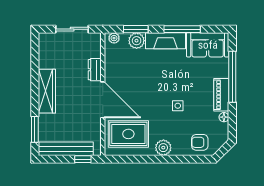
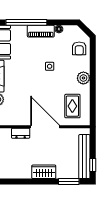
wardrobe: (47, 91) -> (44, 172), width x0.67
door: (103, 100) -> (45, 127), hinge flipped
rug: (128, 134) -> (72, 106), width x0.73, depth x0.70
window: (83, 159) -> (93, 165), moved

